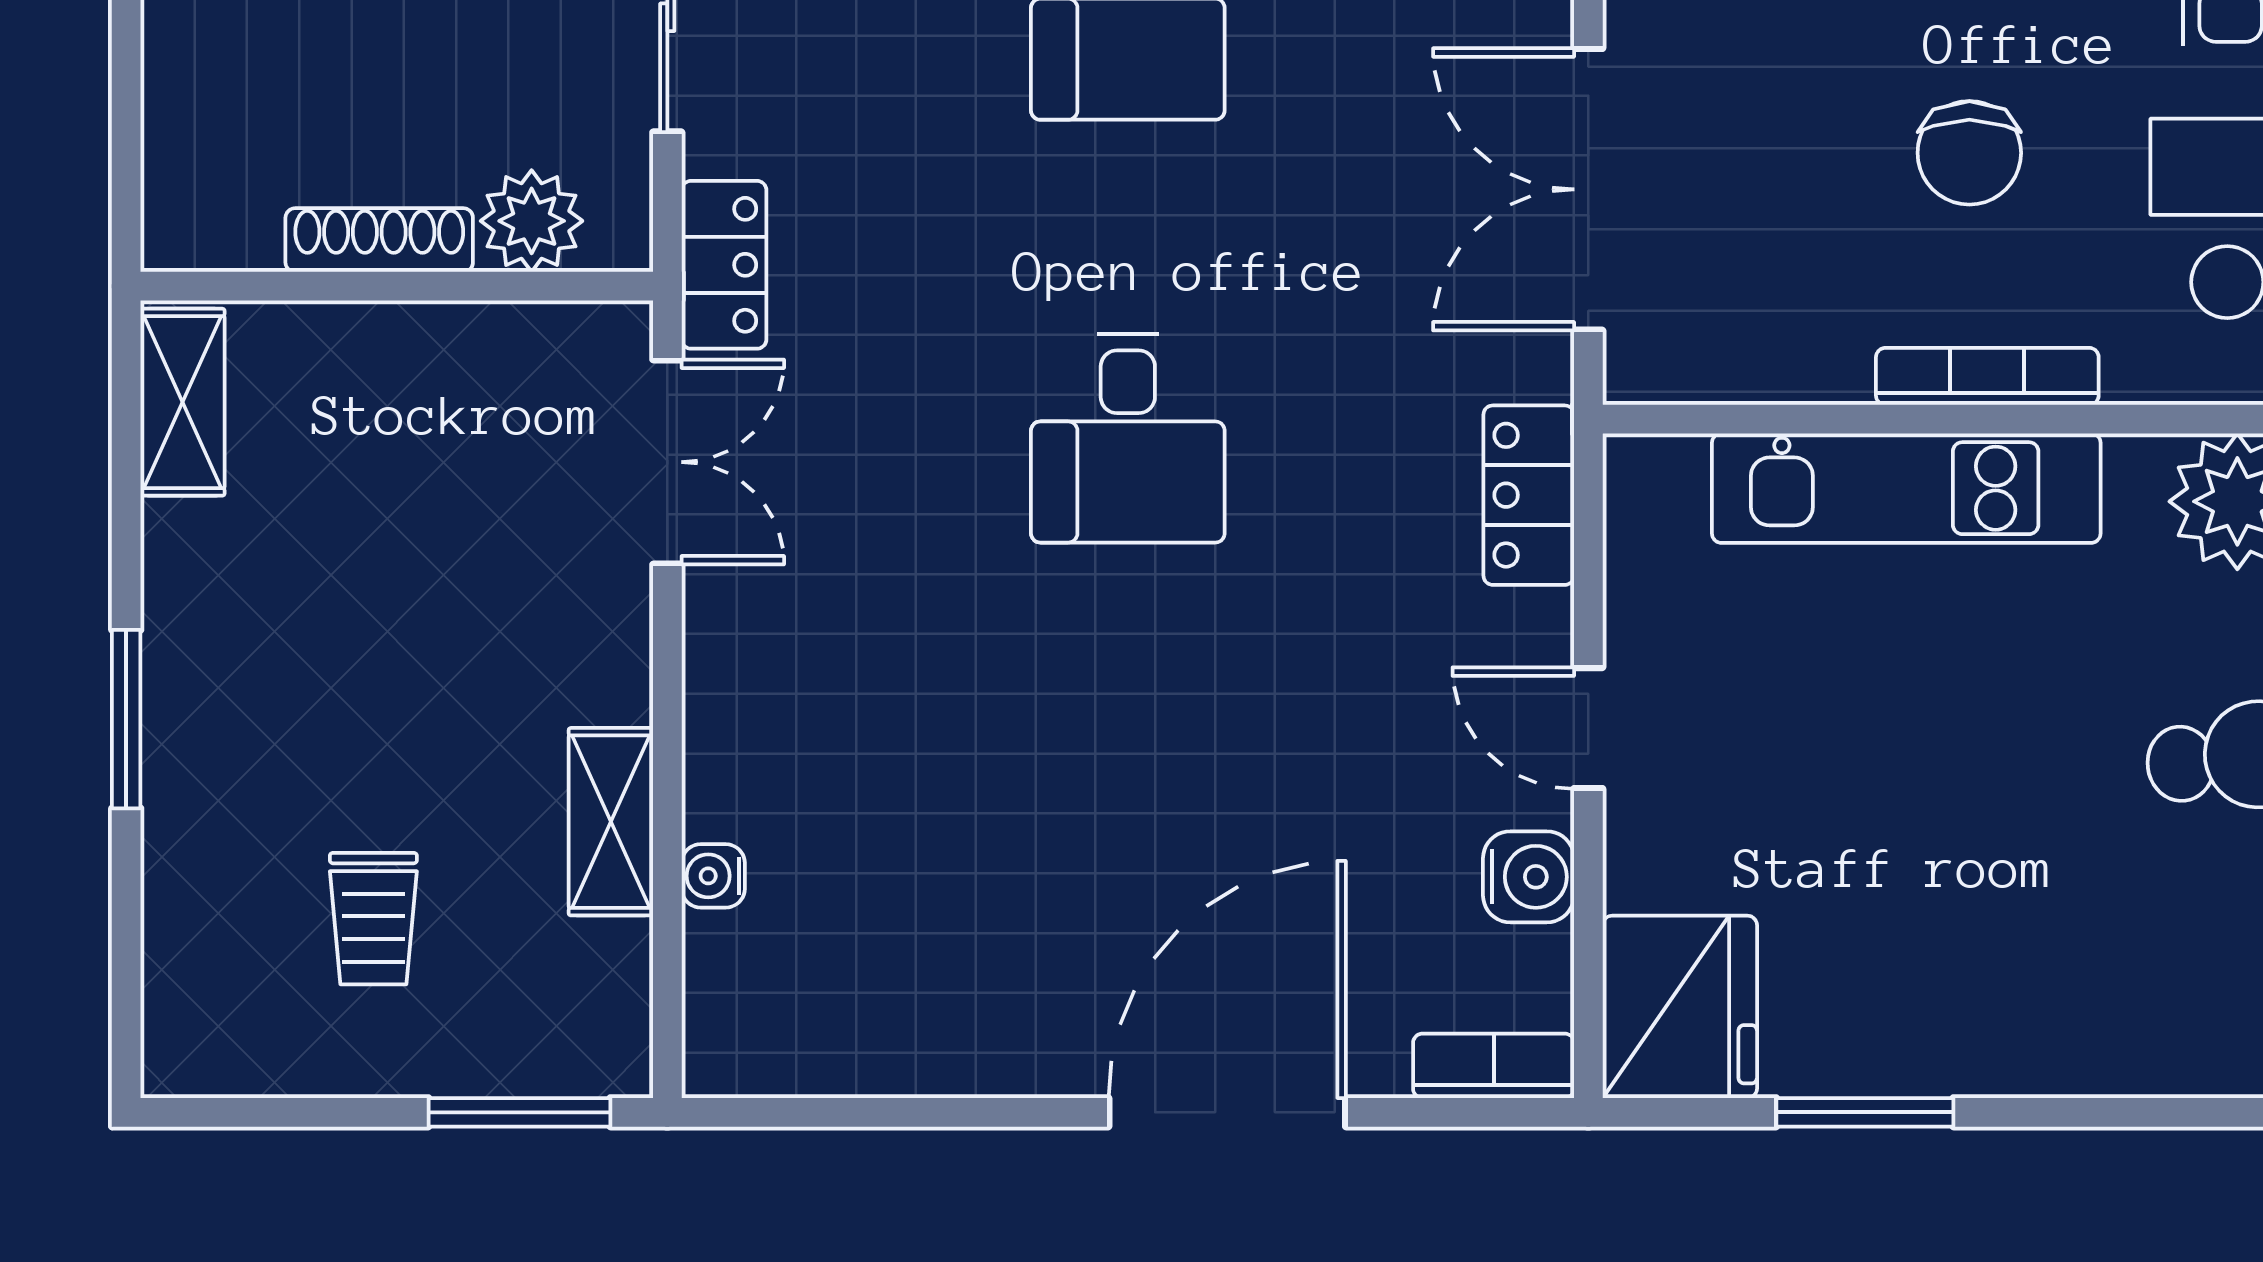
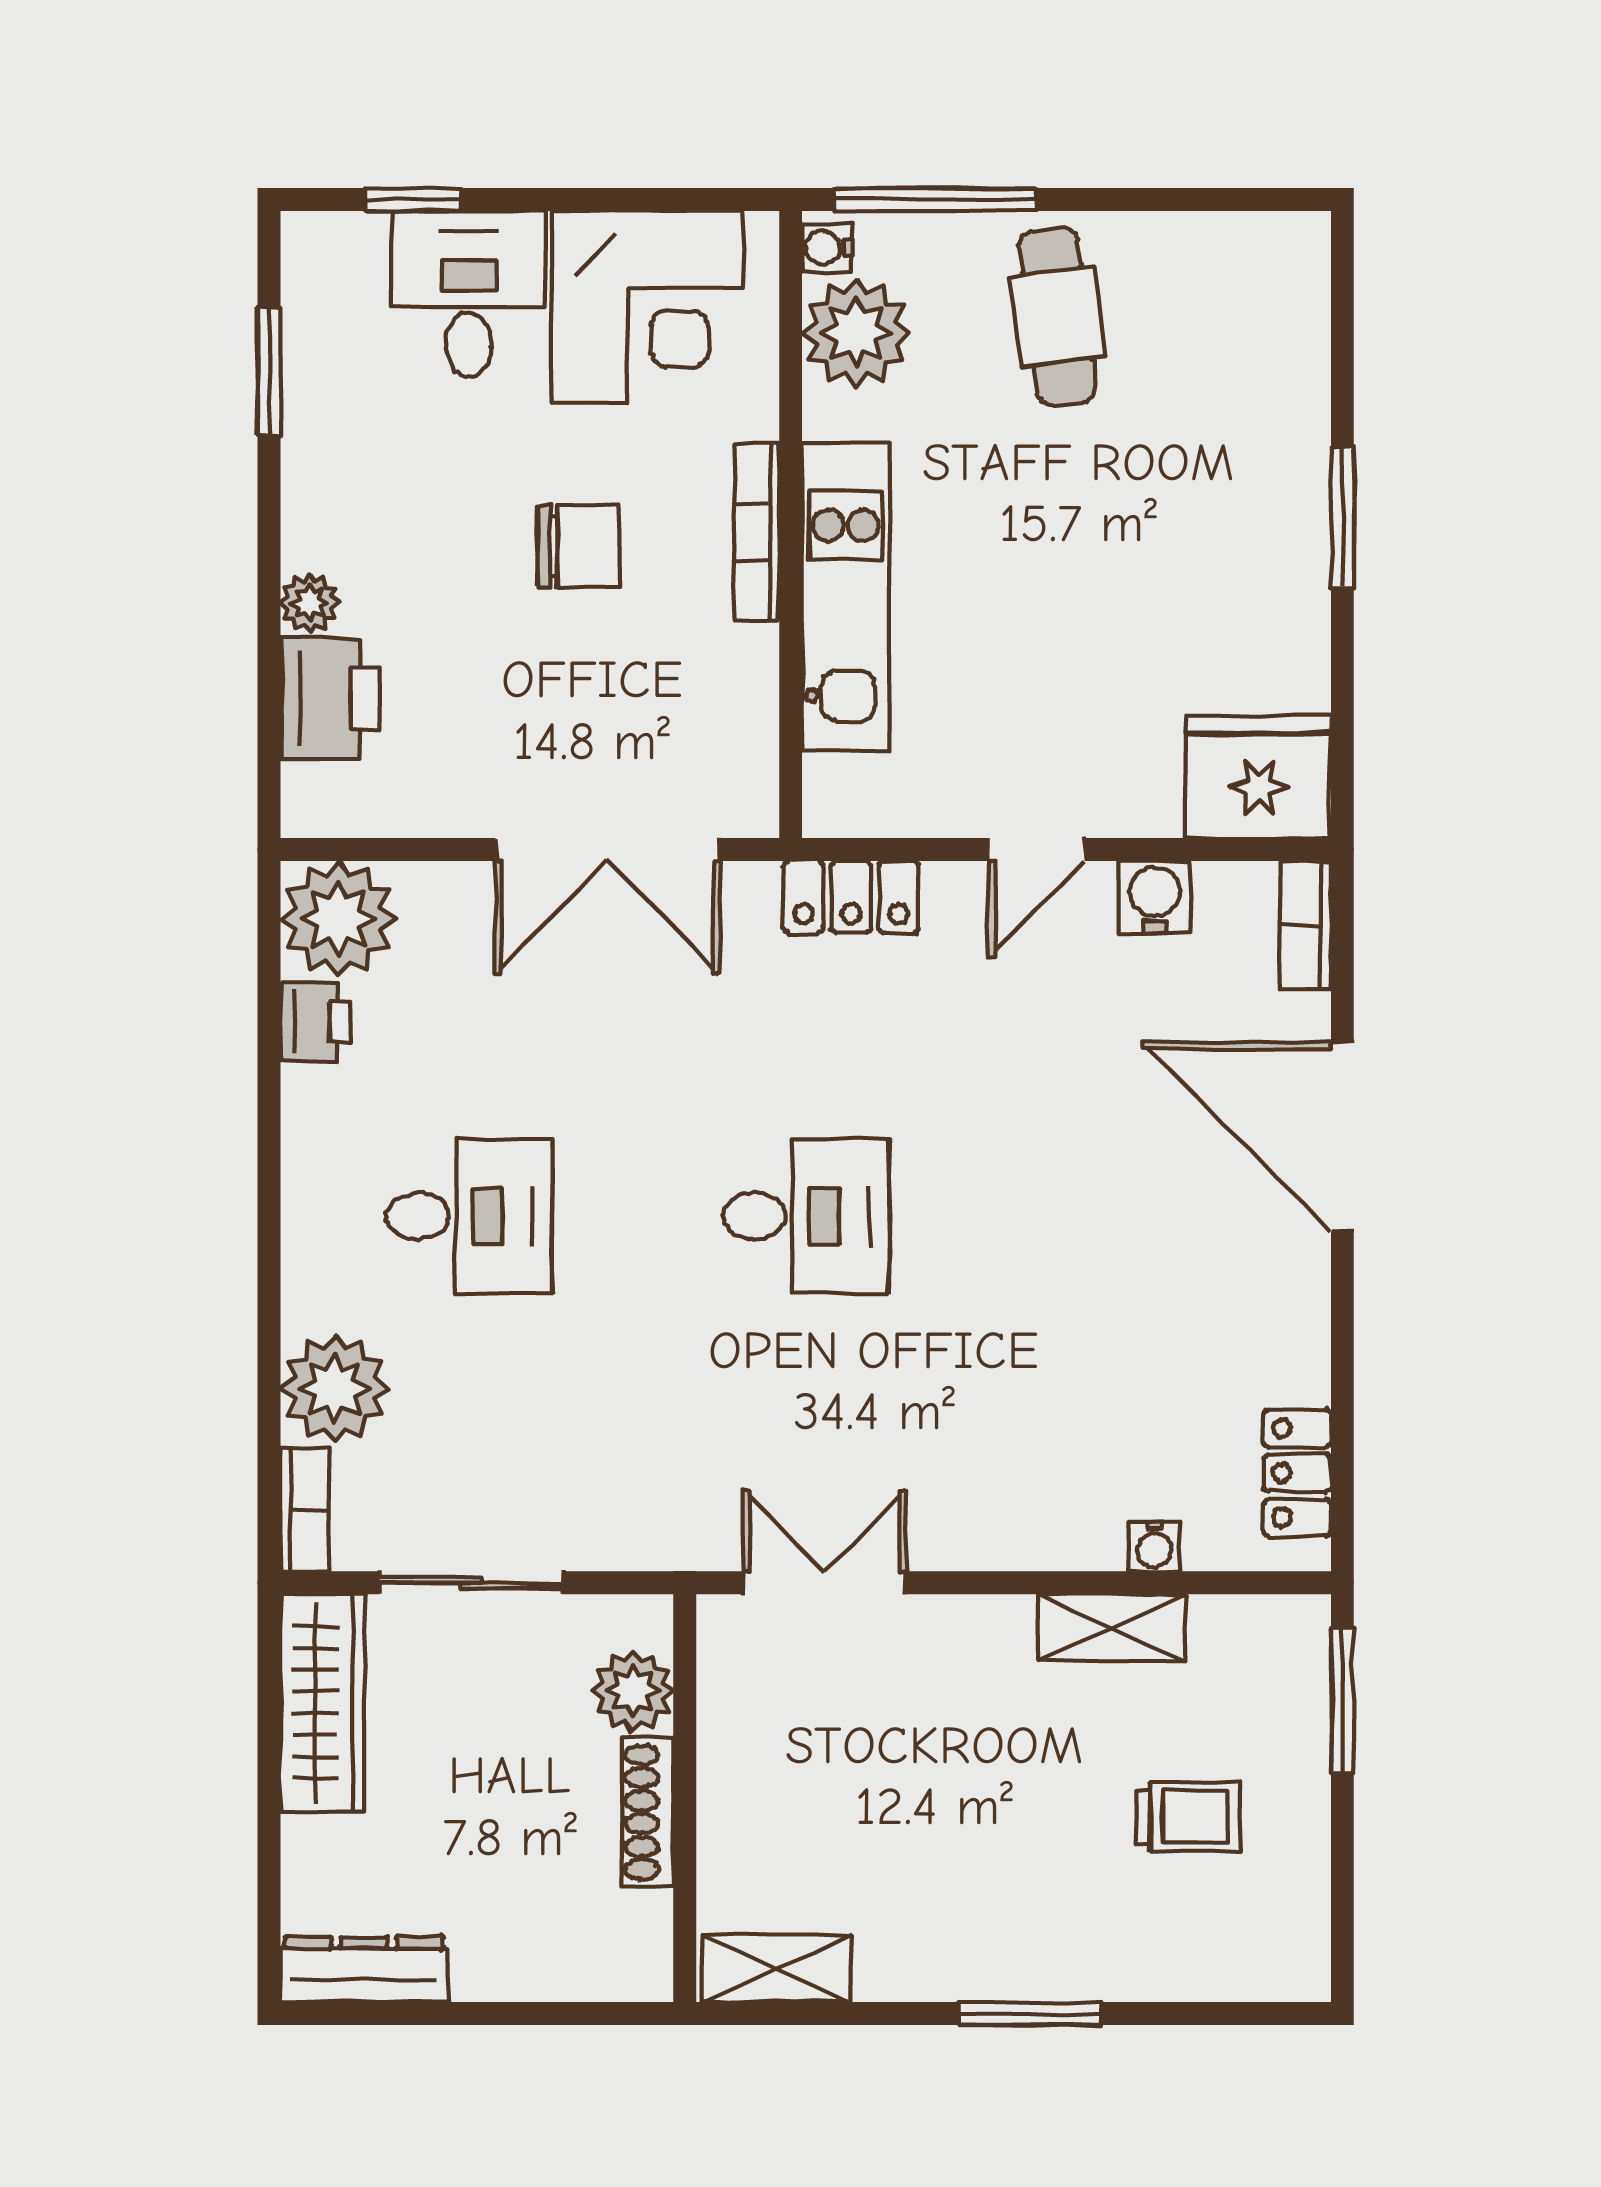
locker: (724, 265) -> (1297, 1473), moved, turned -90
window: (1865, 1112) -> (1342, 517), moved

